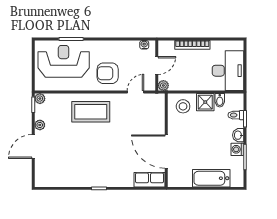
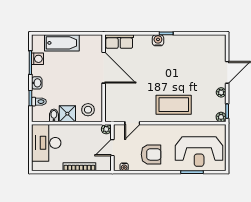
armchair: (108, 73) -> (151, 154), moved
washing machine: (237, 149) -> (37, 59), moved
water cooler: (108, 181) -> (158, 40), added

